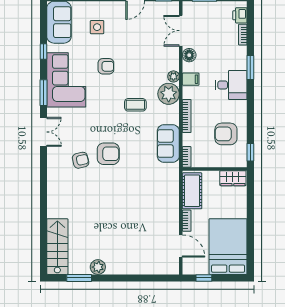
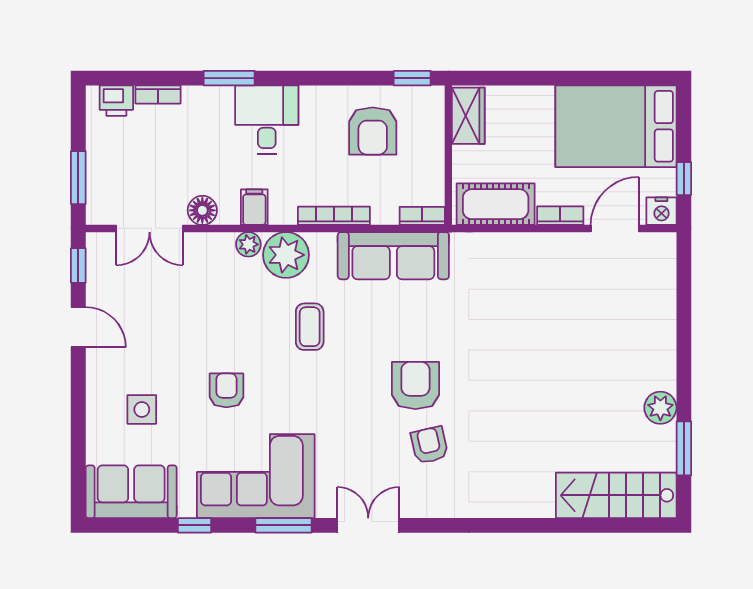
sofa: (168, 143) -> (393, 256), width x1.36
nightstand: (189, 268) -> (661, 211), added

